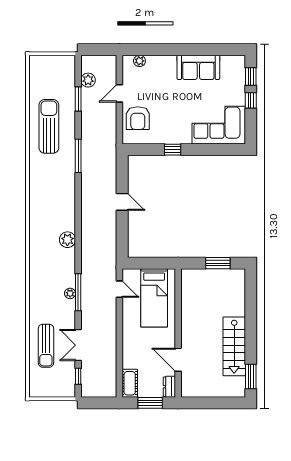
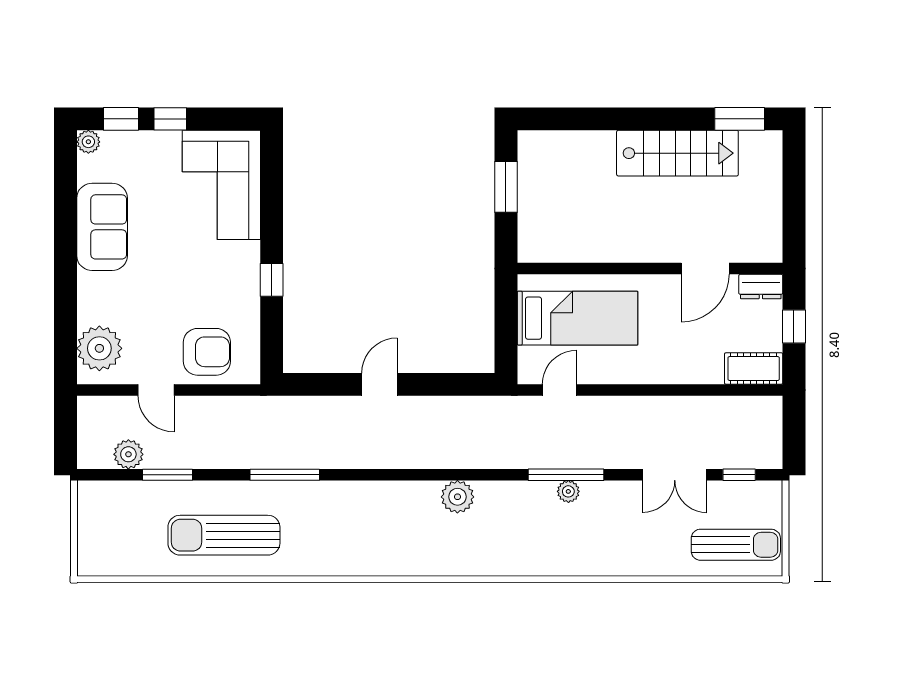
plant: (139, 61) -> (99, 348), width x1.88, depth x1.88
plant: (240, 61) -> (88, 142), added
sun lounger: (46, 346) -> (736, 545), moved
window: (150, 403) -> (794, 327), width x0.67

